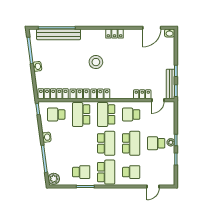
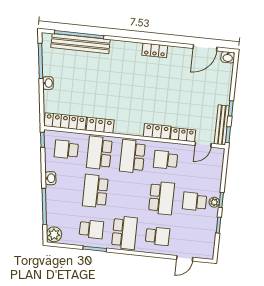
stool: (96, 62) -> (126, 85), removed
locker: (100, 94) -> (157, 131), moved
school desk: (106, 143) -> (95, 191), moved, turned 180

